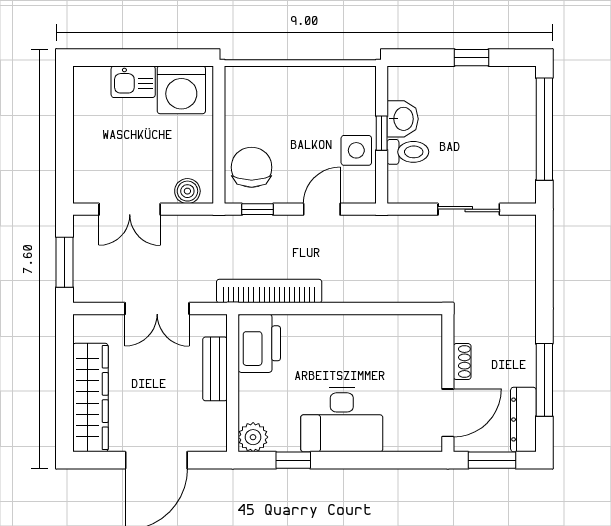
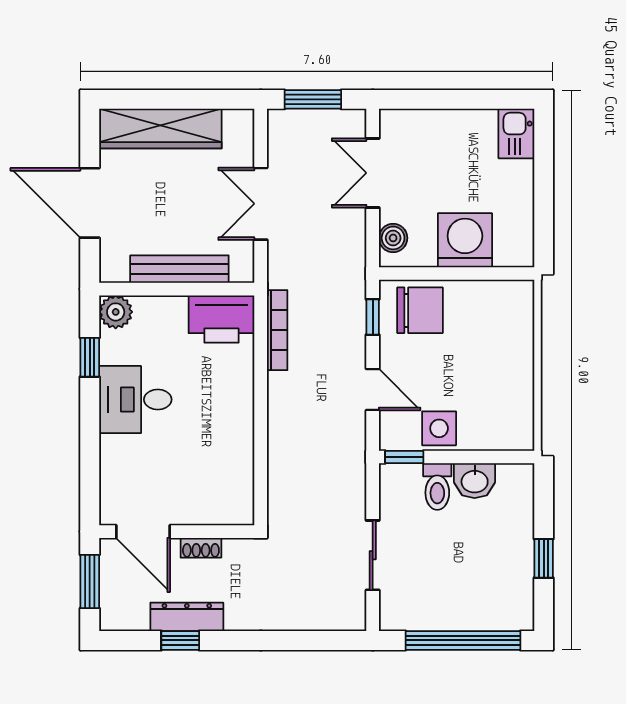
kitchen sink: (133, 82) -> (516, 133), moved
washing machine: (181, 90) -> (465, 240), moved, turned 90
window: (382, 133) -> (404, 457), moved
bookcase: (269, 291) -> (277, 330), width x0.68, depth x0.76
bench: (215, 369) -> (179, 269), width x1.36
window: (544, 380) -> (180, 640), width x0.46
desk: (342, 420) -> (135, 400), width x0.73
dresser: (523, 420) -> (187, 617), moved

